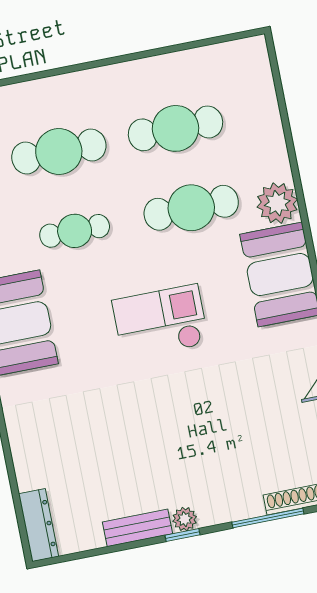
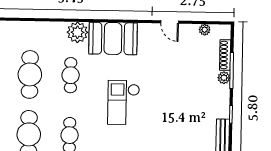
cafe table: (191, 208) -> (71, 75), width x0.73, depth x0.74
plant: (185, 519) -> (224, 78), moved

